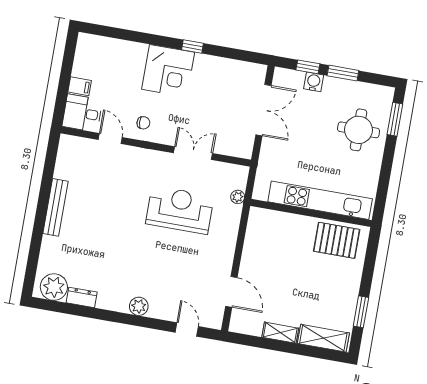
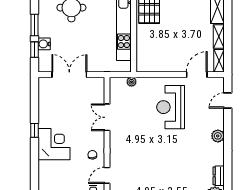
reception desk: (180, 210) -> (171, 107), moved
shelving: (245, 327) -> (219, 61), added

